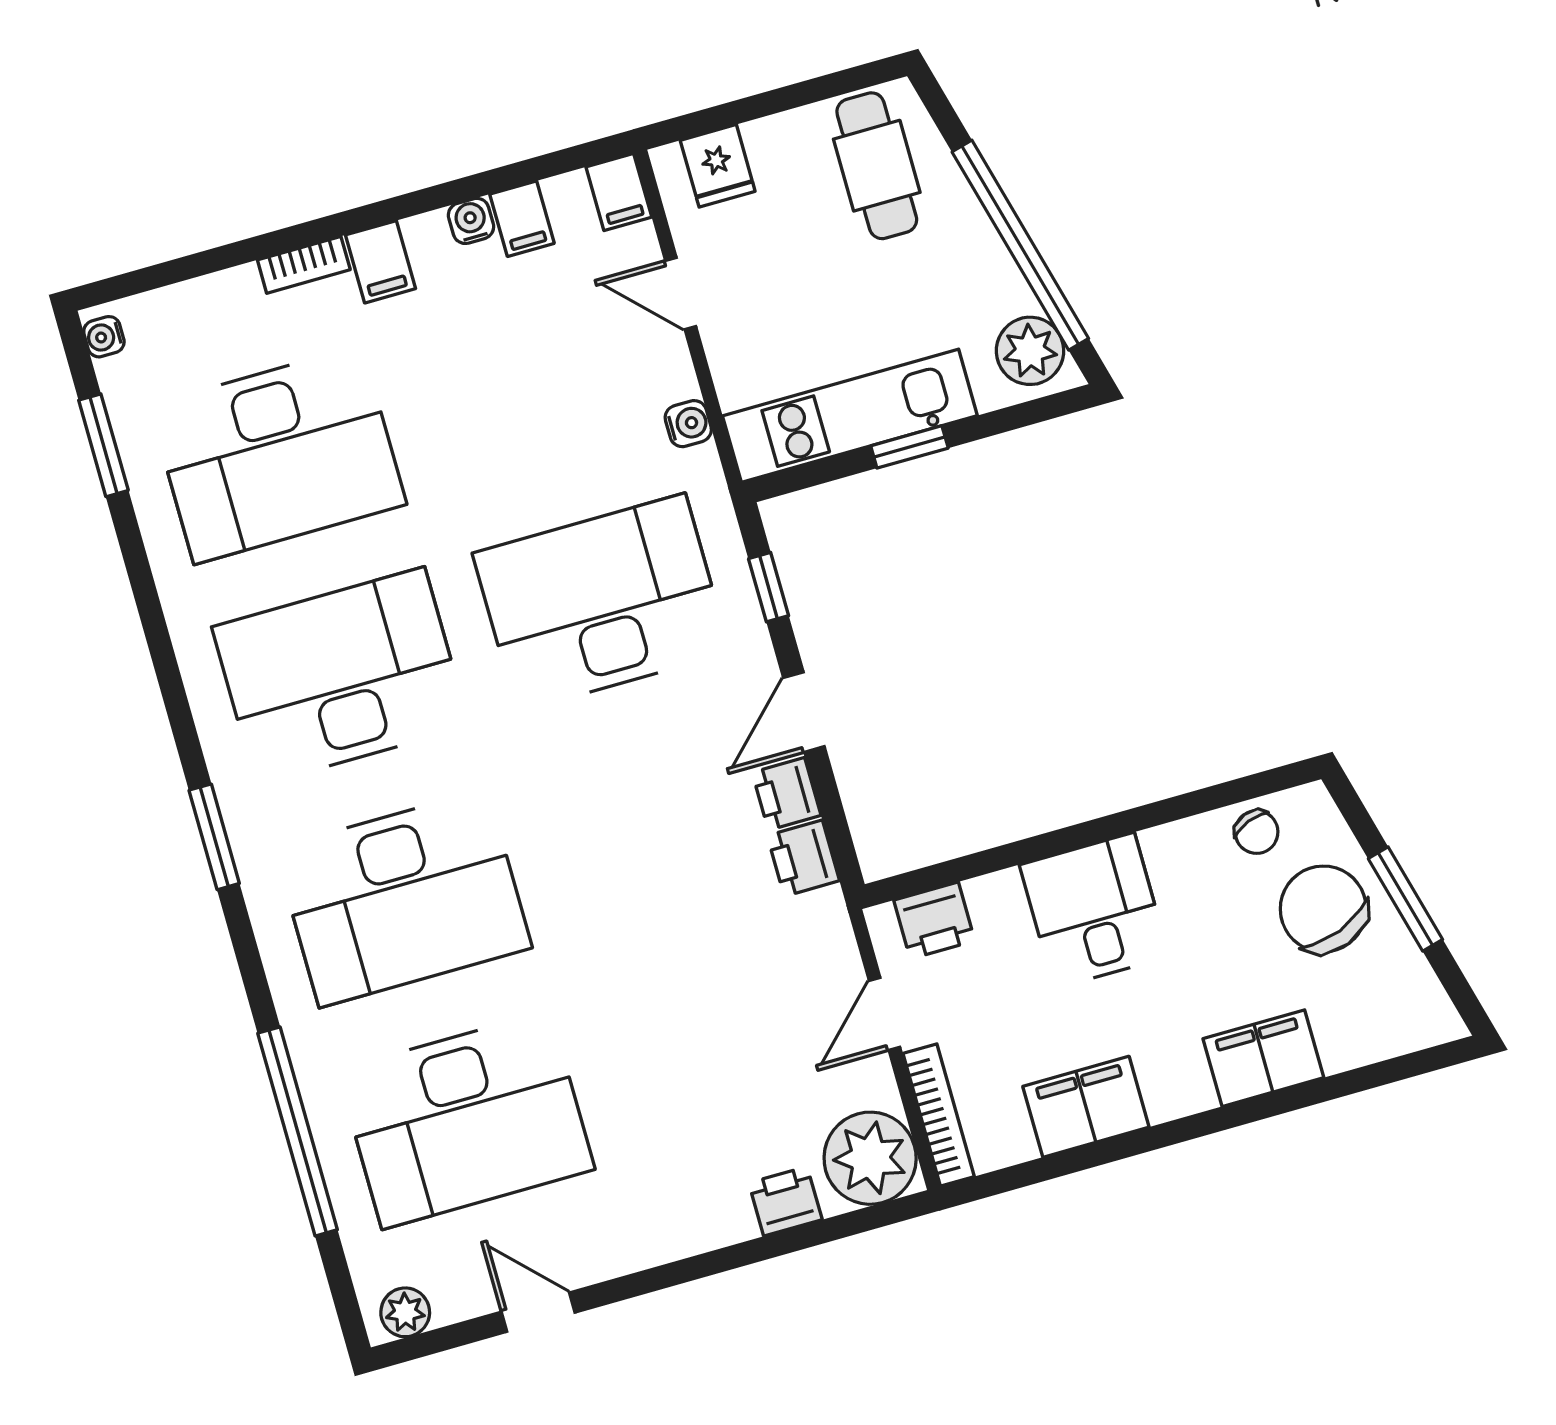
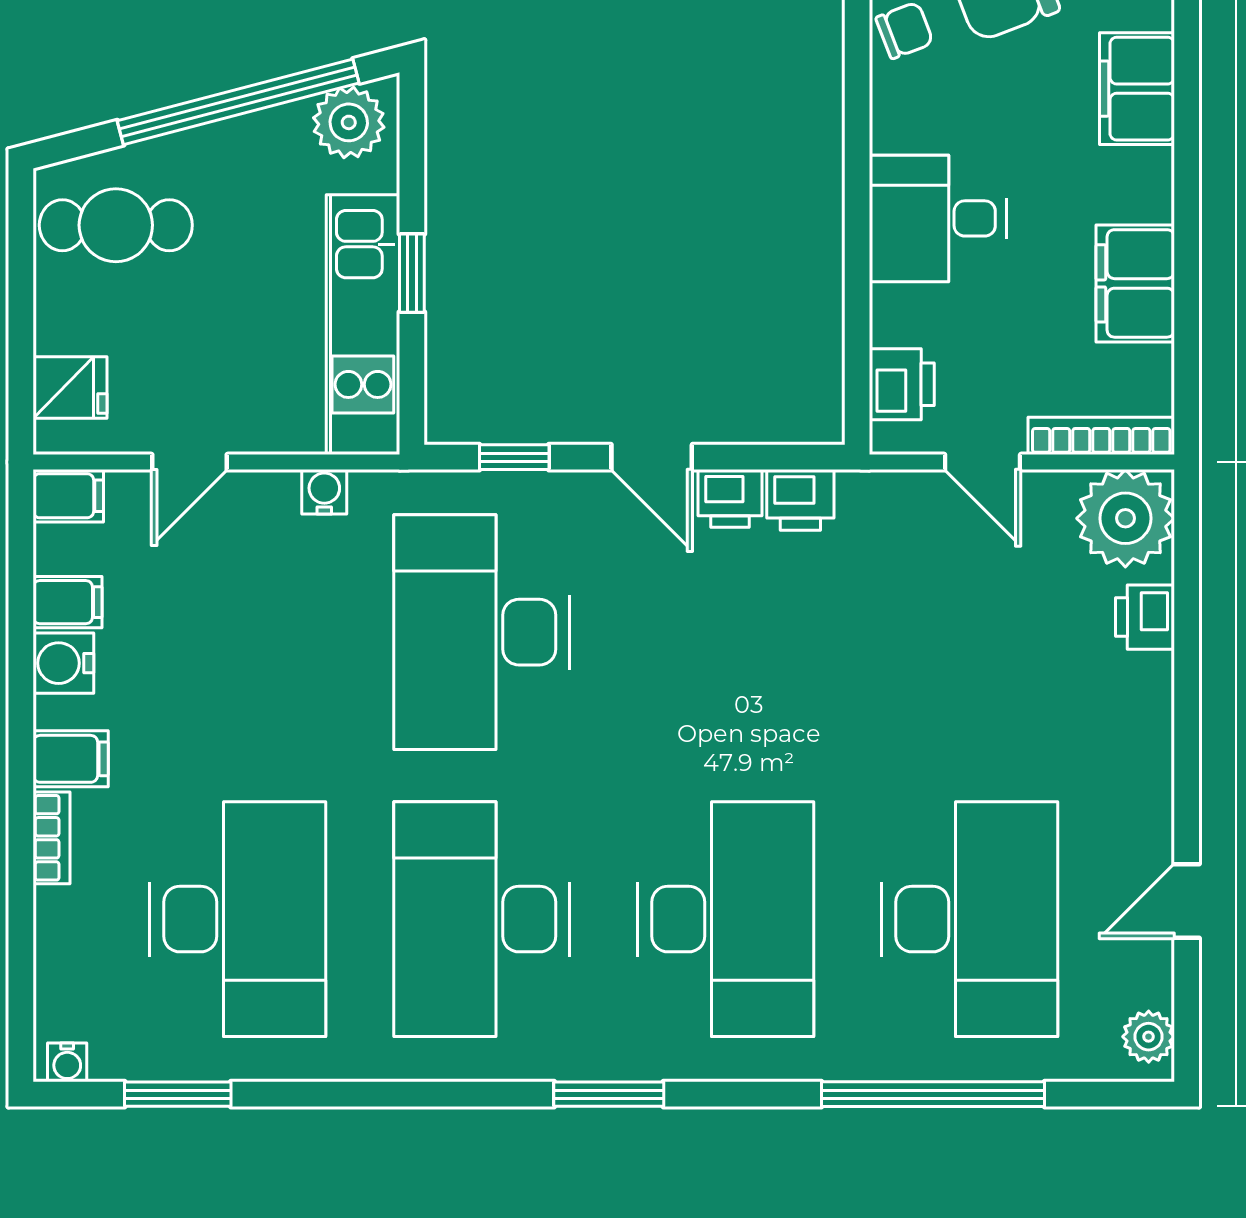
water cooler: (471, 221) -> (63, 663), width x1.38, depth x1.38

